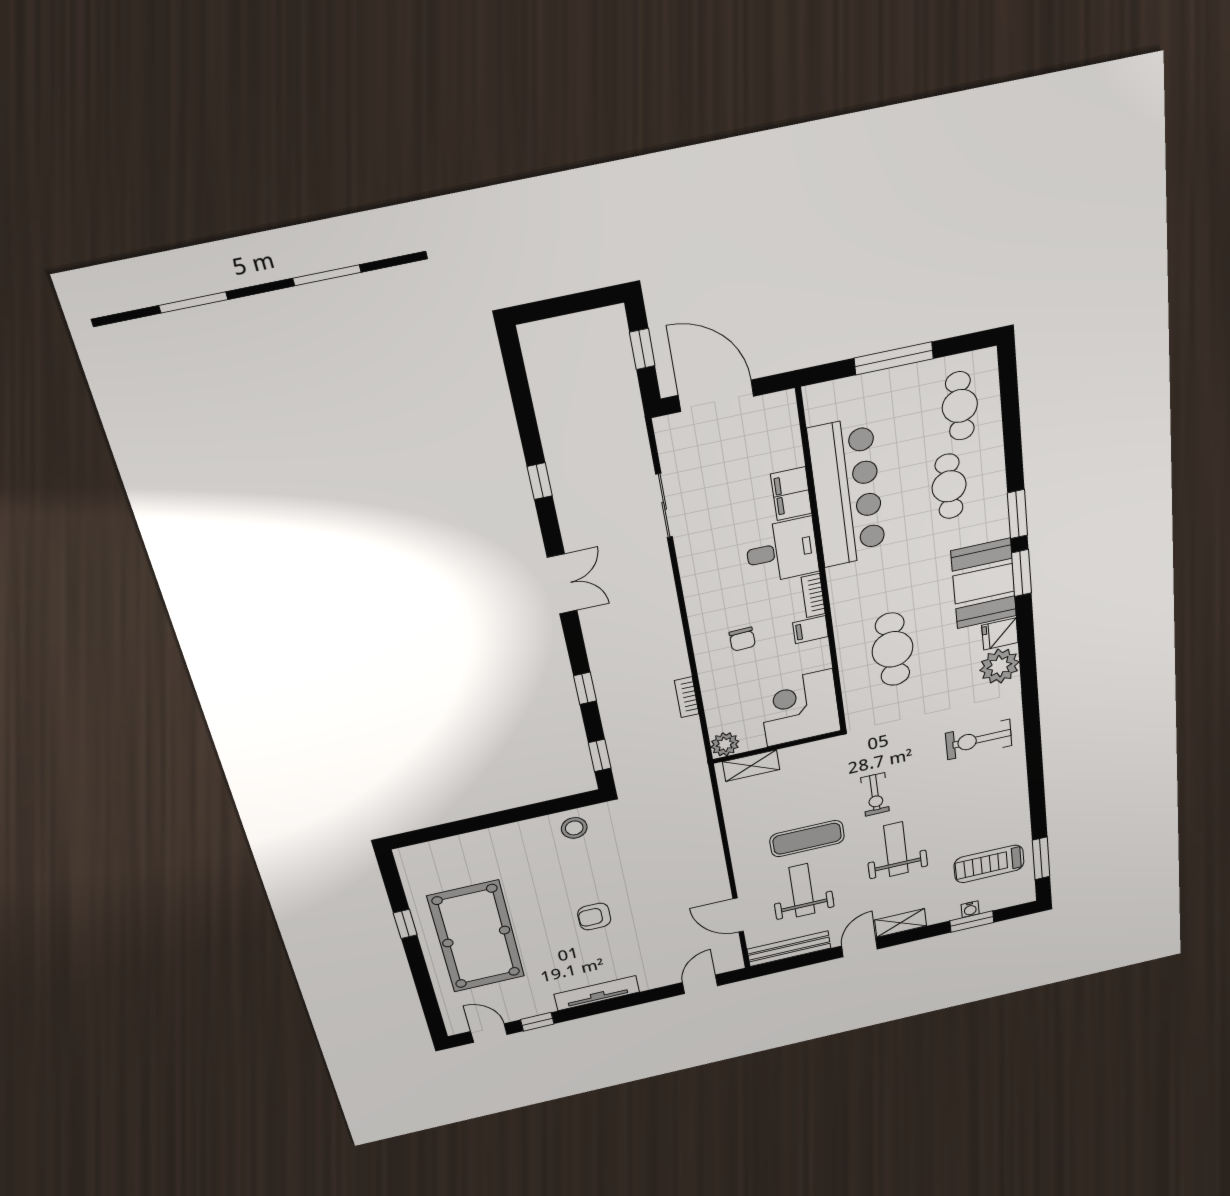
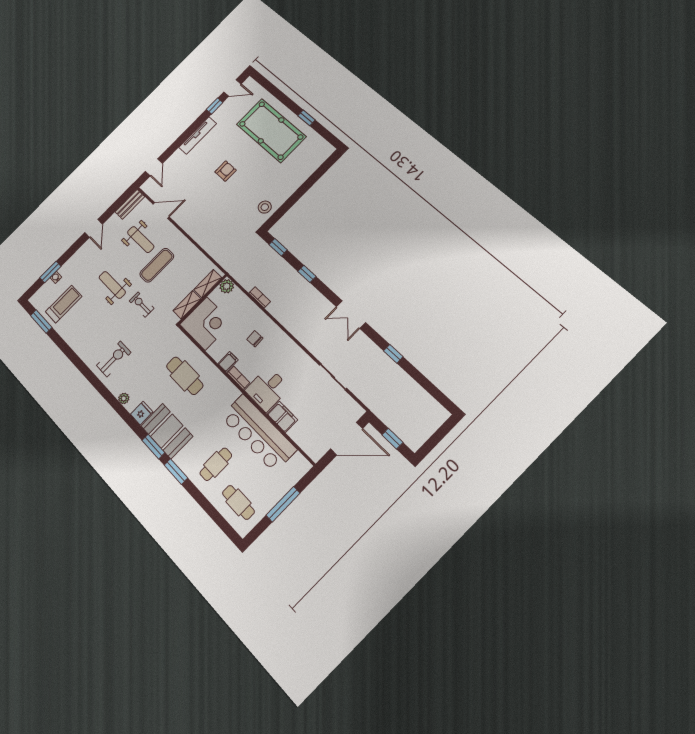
cafe table: (949, 486) -> (216, 464), turned 90
plant: (999, 666) -> (124, 398), width x0.53, depth x0.53
weight bench: (896, 849) -> (112, 285), turned 180
shelving: (901, 923) -> (187, 305), moved
bench: (789, 949) -> (130, 204), width x0.73

